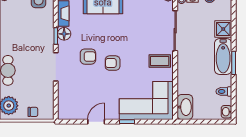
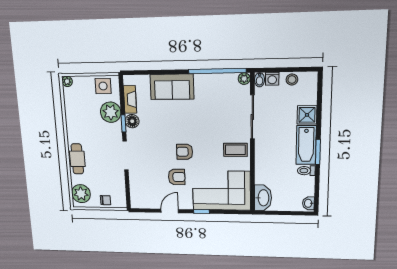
plant: (44, 25) -> (111, 112), added
armchair: (88, 57) -> (177, 177), moved
toilet: (224, 91) -> (306, 171), moved

